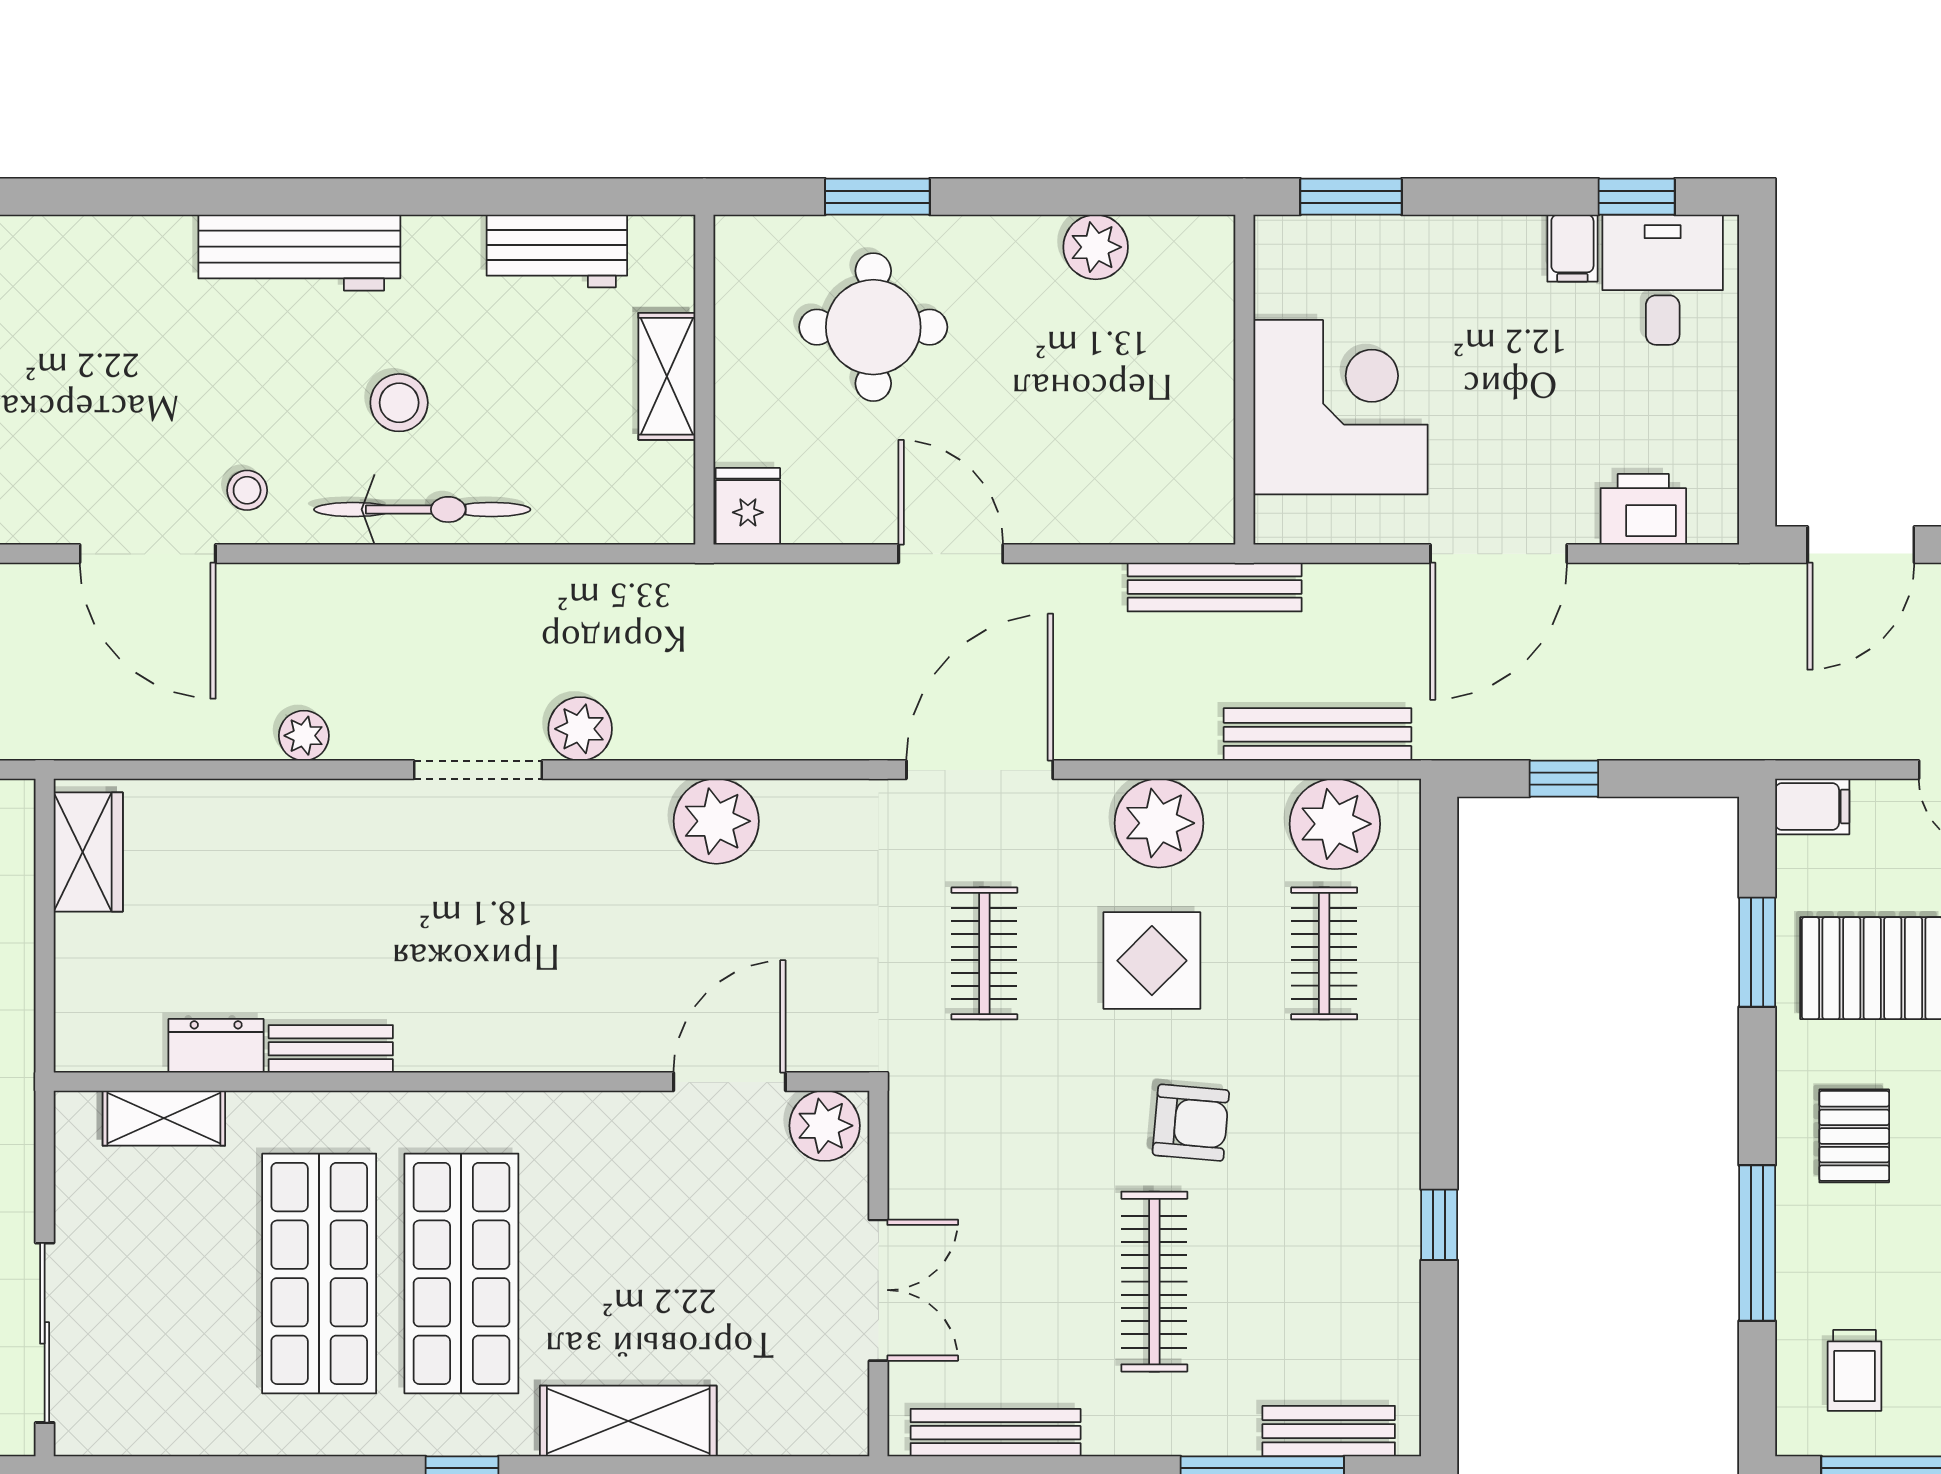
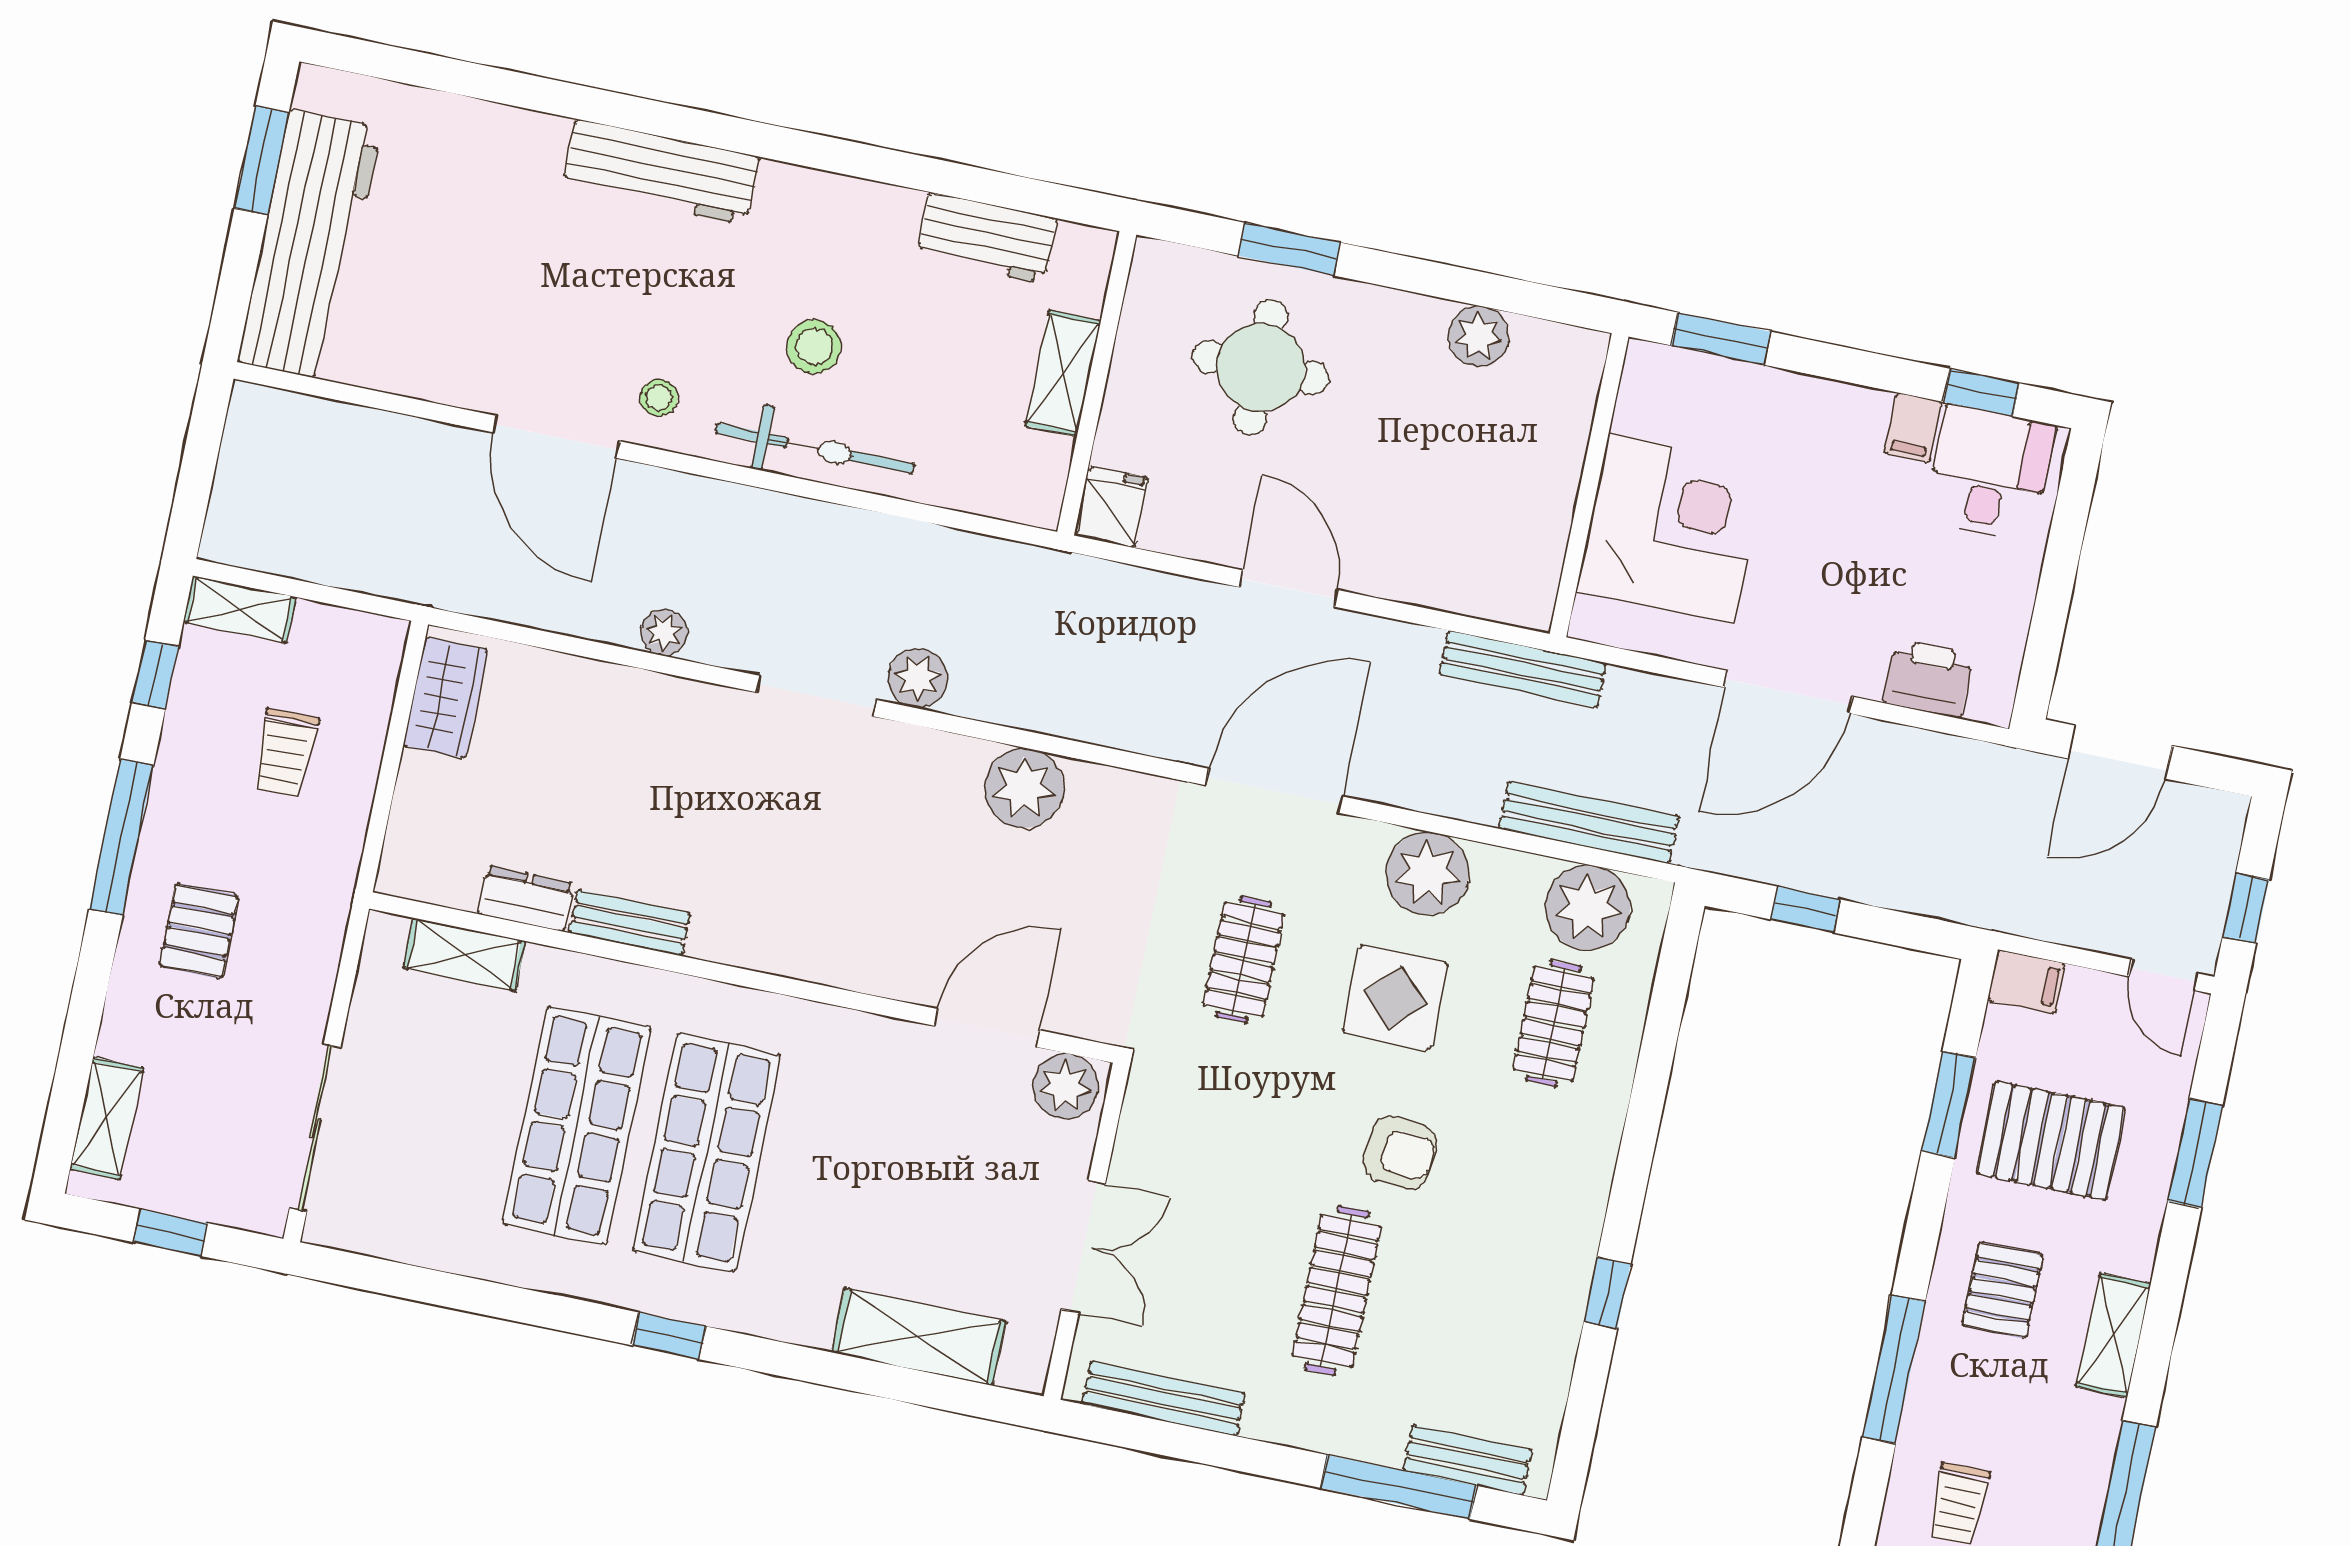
workbench: (299, 253) -> (661, 172), moved
shelving: (628, 1421) -> (919, 1337), moved

